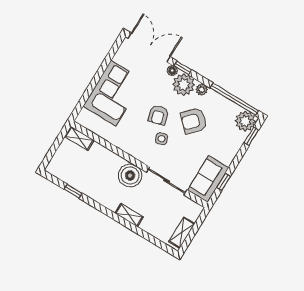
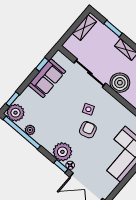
plant: (202, 90) -> (30, 130), moved
armchair: (194, 121) -> (59, 120), removed
sofa: (208, 179) -> (47, 78), moved
window: (148, 237) -> (113, 28), added

